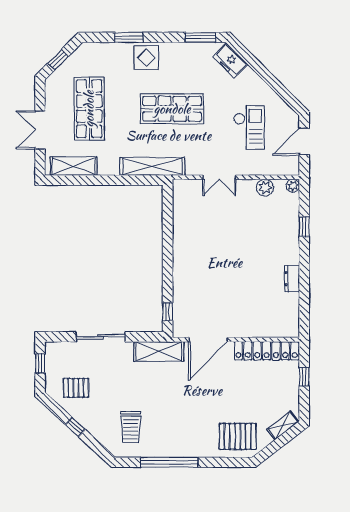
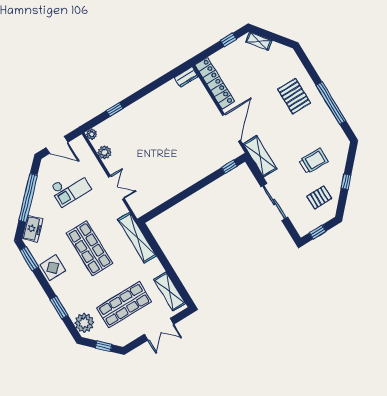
plant: (96, 54) -> (84, 323), added
display table: (146, 58) -> (53, 268), moved
window: (266, 76) -> (28, 198), added
checkout: (249, 127) -> (70, 188), turned 180
dresser: (292, 279) -> (186, 77), moved
door: (208, 340) -> (231, 128), hinge flipped
window: (304, 377) -> (229, 40), moved
pallet: (76, 388) -> (319, 197), turned 90
trolley: (131, 427) -> (313, 161), moved
pallet: (238, 436) -> (294, 96), moved

